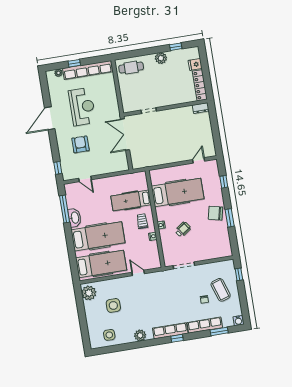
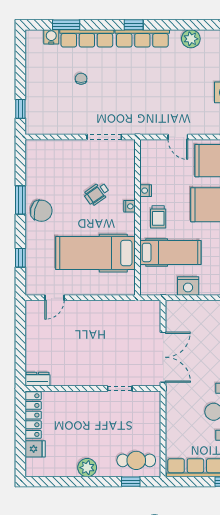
window: (176, 47) -> (131, 482), moved
nightstand: (117, 181) -> (188, 286), added
coffee table: (221, 290) -> (53, 89), removed
water cooler: (238, 321) -> (51, 37), moved

